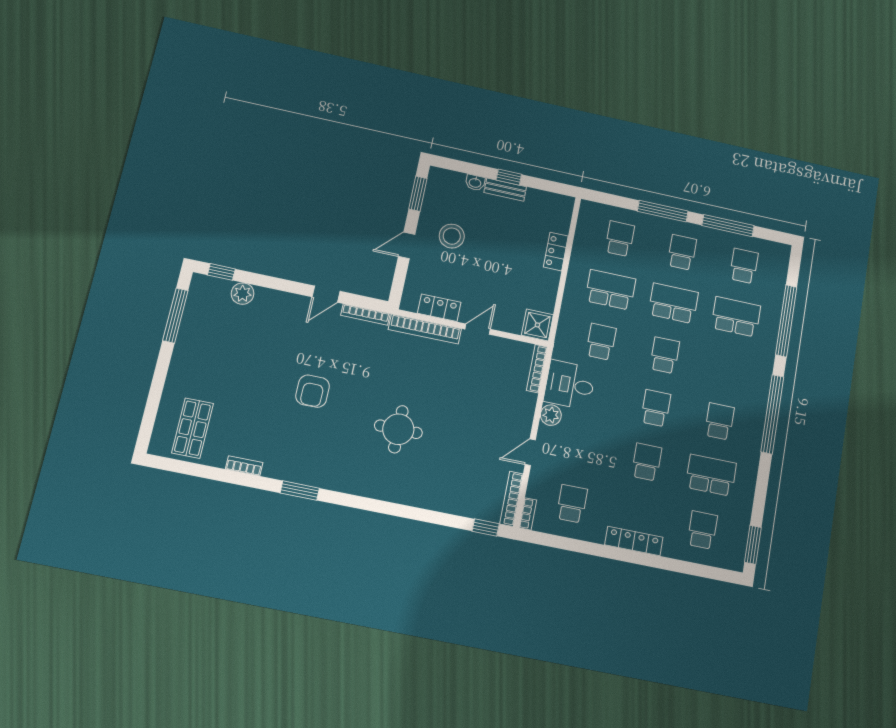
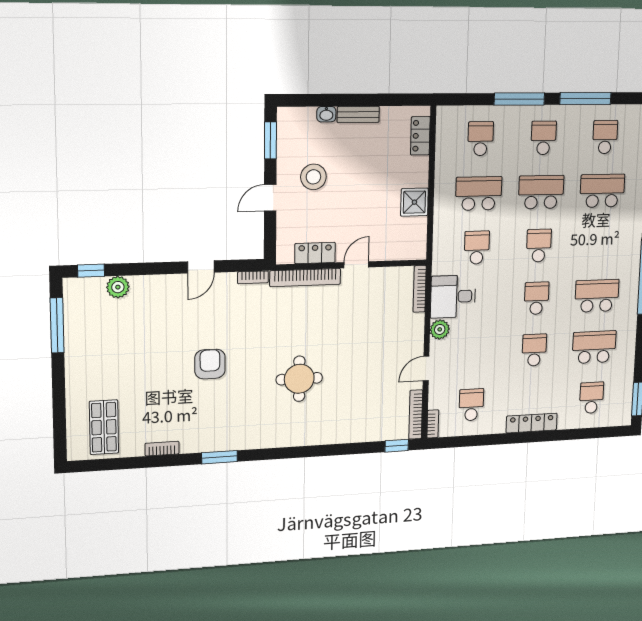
window: (509, 177) -> (360, 100), removed
locker: (556, 252) -> (420, 136), moved
bookcase: (365, 315) -> (253, 277), width x0.64
shower: (537, 325) -> (414, 202), moved
armchair: (313, 391) -> (210, 364), turned 180
school desk: (719, 421) -> (597, 296), width x1.85

